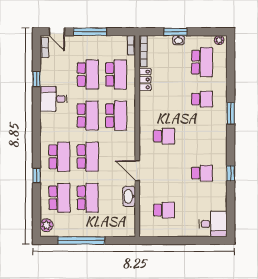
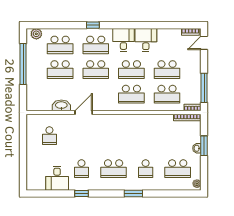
window: (90, 32) -> (204, 88), moved
window: (36, 79) -> (163, 25), removed
locker: (145, 80) -> (163, 119), removed
desk: (53, 125) -> (123, 40), added
school desk: (164, 136) -> (114, 169), moved, width x1.85
window: (36, 176) -> (93, 25), moved
desk: (213, 224) -> (57, 178), moved

